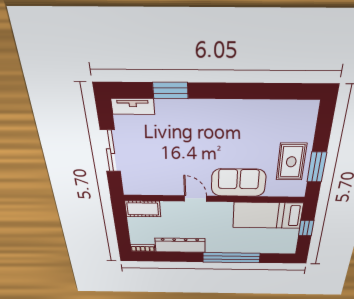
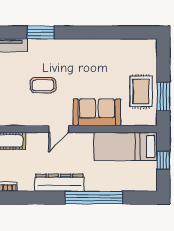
coffee table: (176, 154) -> (43, 85), added
door: (196, 199) -> (59, 129), swing flipped
dresser: (180, 245) -> (59, 183), moved

